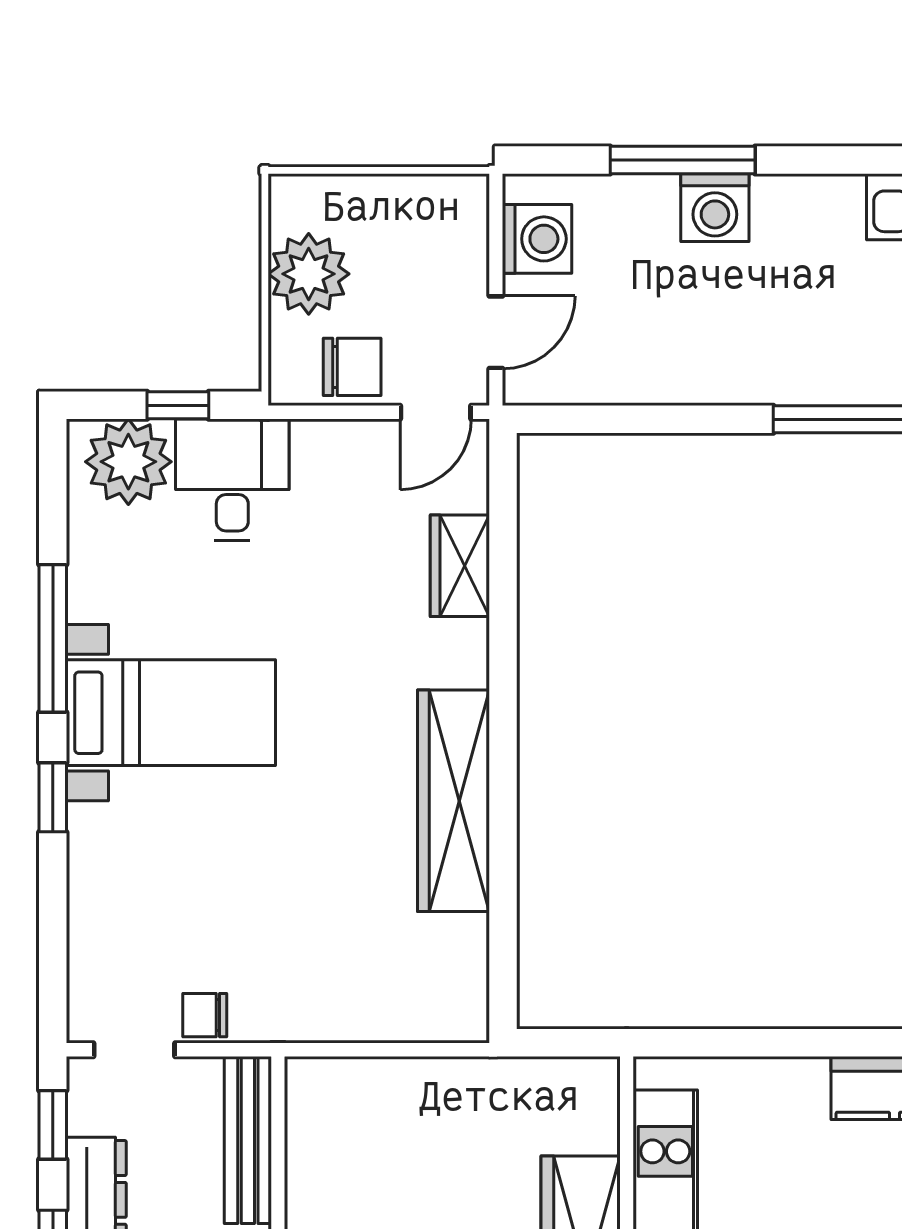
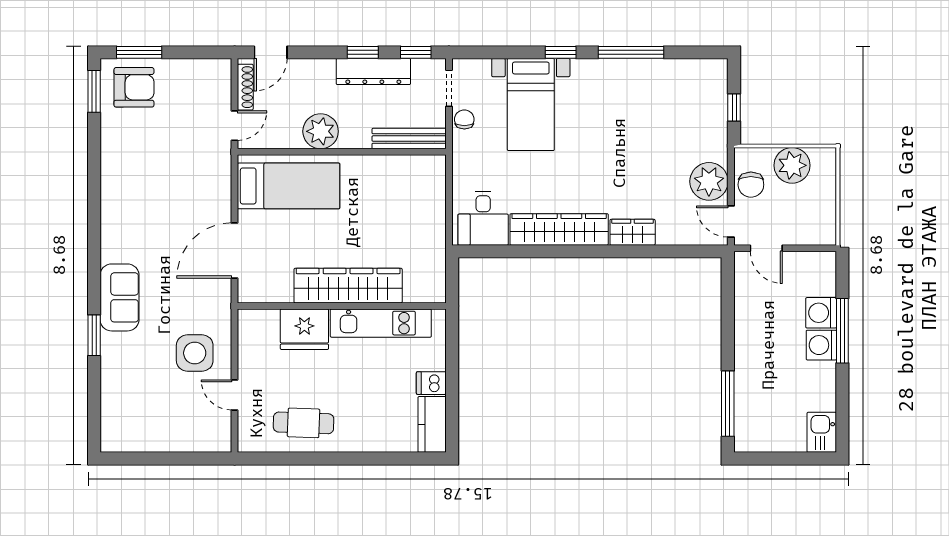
washing machine: (537, 239) -> (821, 313), moved, turned 90
plant: (128, 462) -> (709, 181), moved
desk: (232, 480) -> (483, 218), moved, turned 90
wardrobe: (460, 566) -> (633, 232), moved
bed with nightstands: (171, 713) -> (531, 104), moved
dishwasher: (801, 1090) -> (431, 383), added

